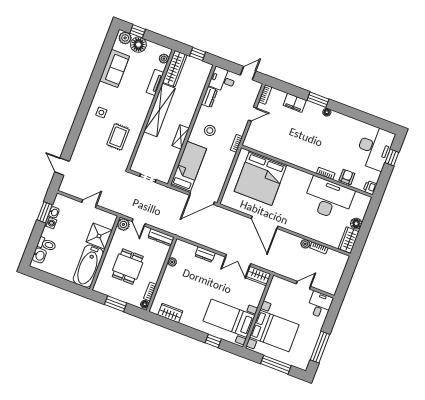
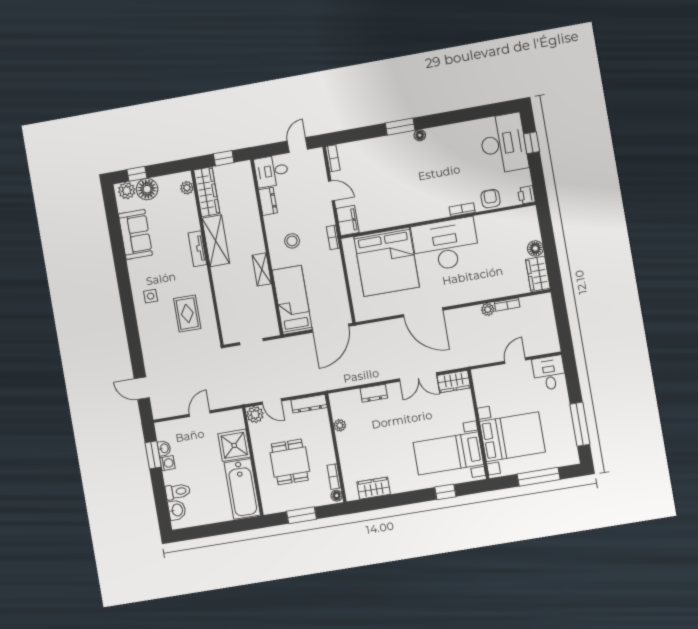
tv unit: (155, 82) -> (197, 249), moved
filing cabinet: (295, 103) -> (348, 221), moved, turned -90
shelving: (160, 110) -> (216, 241), width x0.68
door: (252, 114) -> (331, 191), hinge flipped
desk: (329, 199) -> (446, 245), moved

